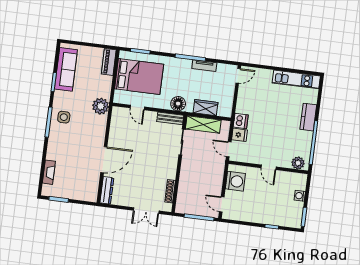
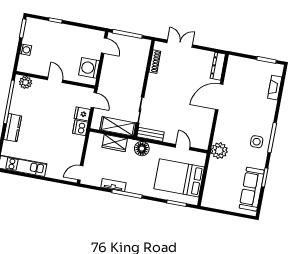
piano: (109, 62) -> (209, 194), removed

